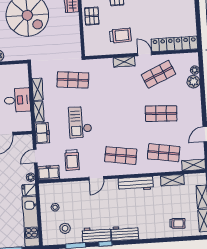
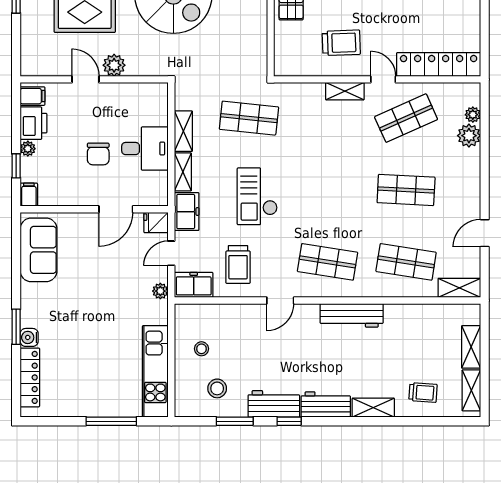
shelving: (172, 180) -> (373, 408), moved
fridge: (29, 190) -> (156, 223), moved

